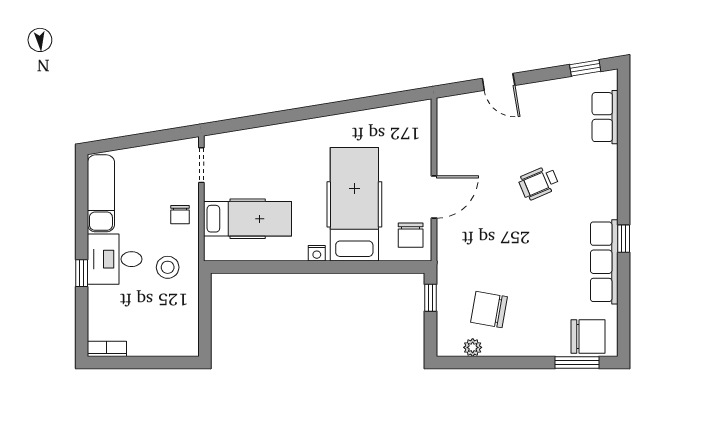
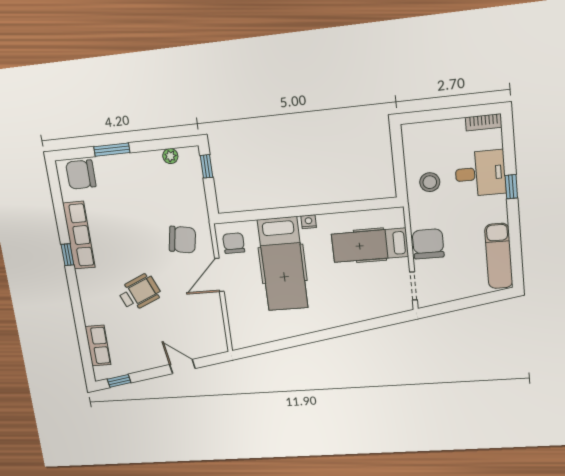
wheelchair: (539, 183) -> (139, 292), width x1.36, depth x1.37
chair: (180, 215) -> (428, 244), width x1.87, depth x1.87
desk: (115, 259) -> (480, 173), moved
stool: (168, 267) -> (430, 182), moved
window: (431, 298) -> (206, 166), moved
chair: (489, 310) -> (182, 240), moved
window: (577, 362) -> (112, 150), moved

